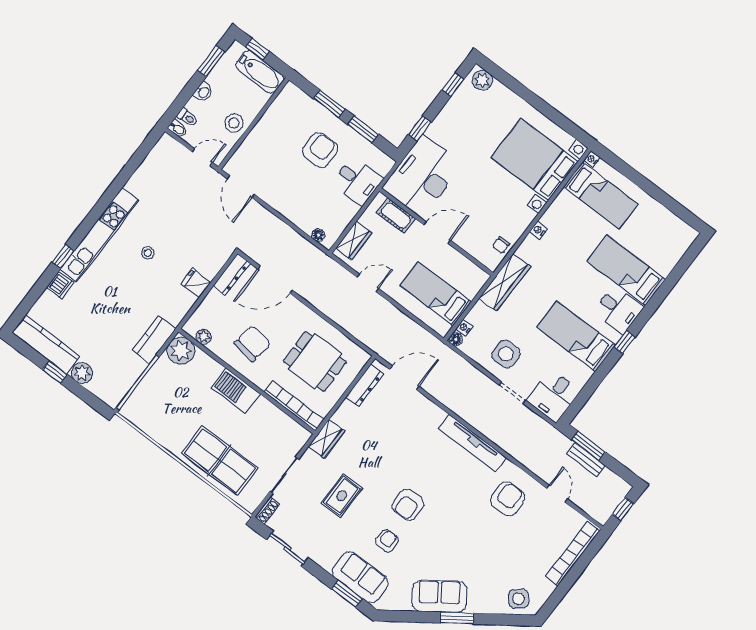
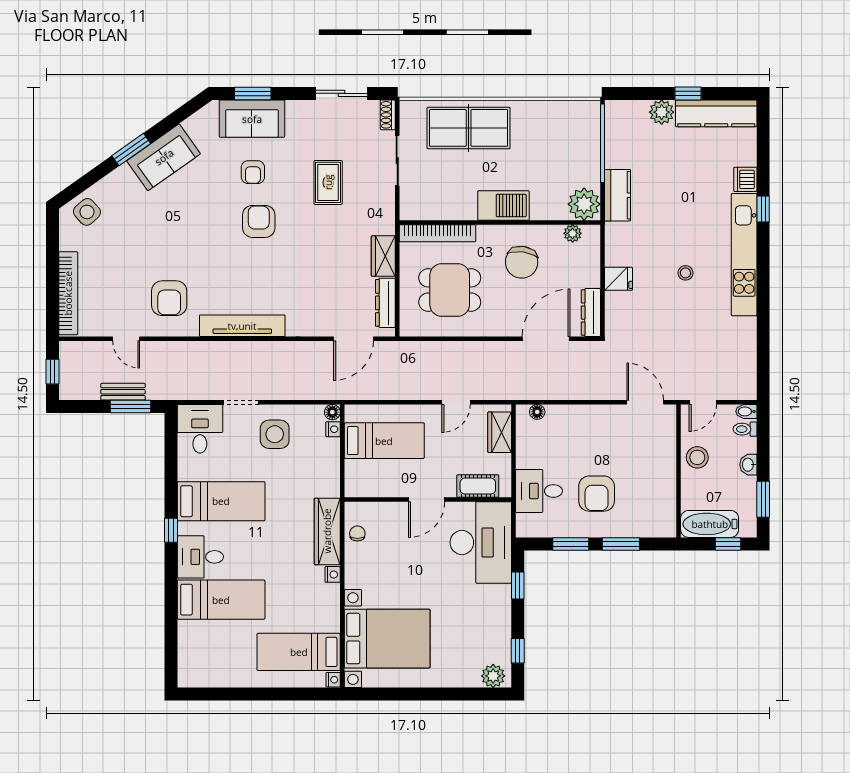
wardrobe: (505, 282) -> (327, 531), moved
wardrobe: (327, 439) -> (383, 256), moved

